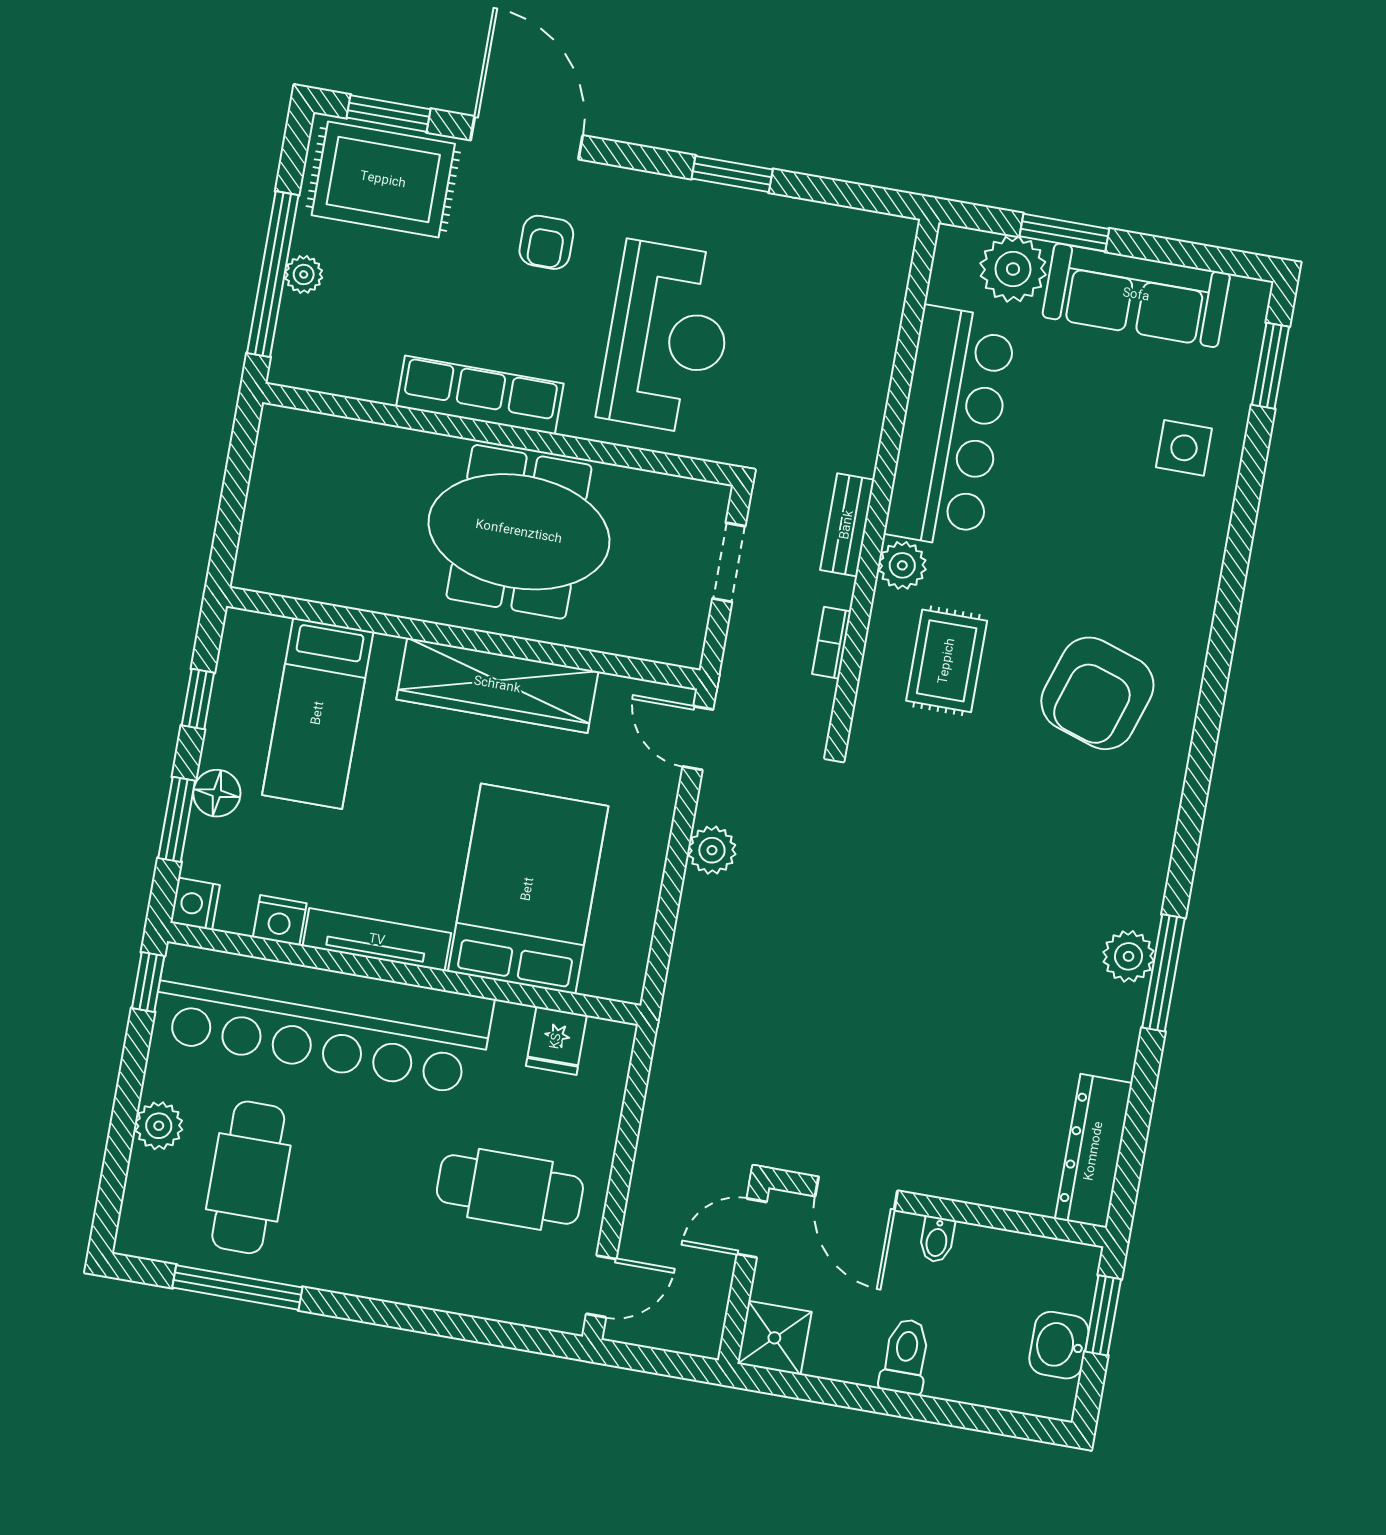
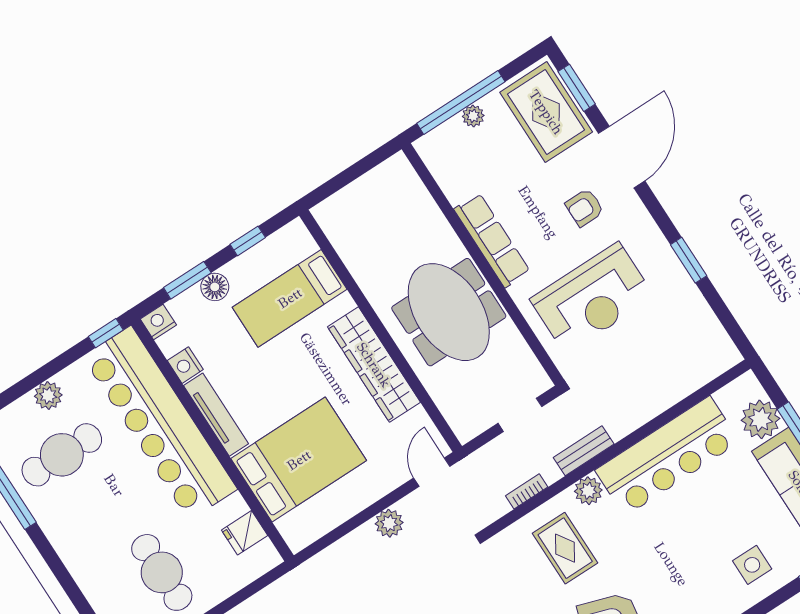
rug: (947, 661) -> (565, 548), turned 90

